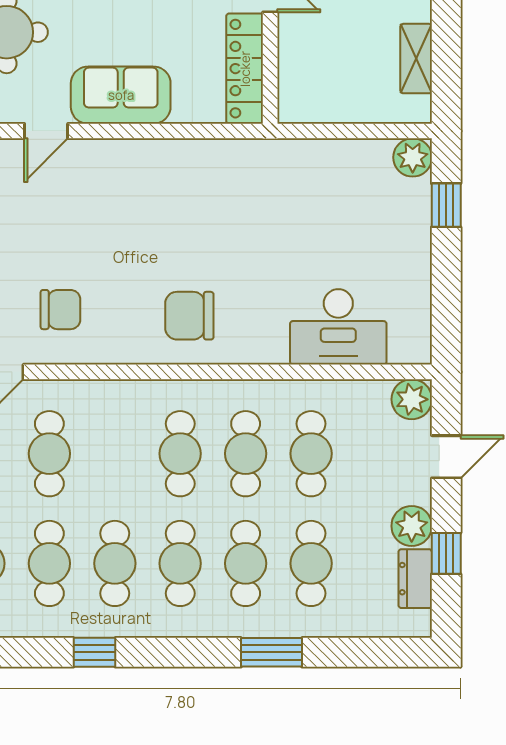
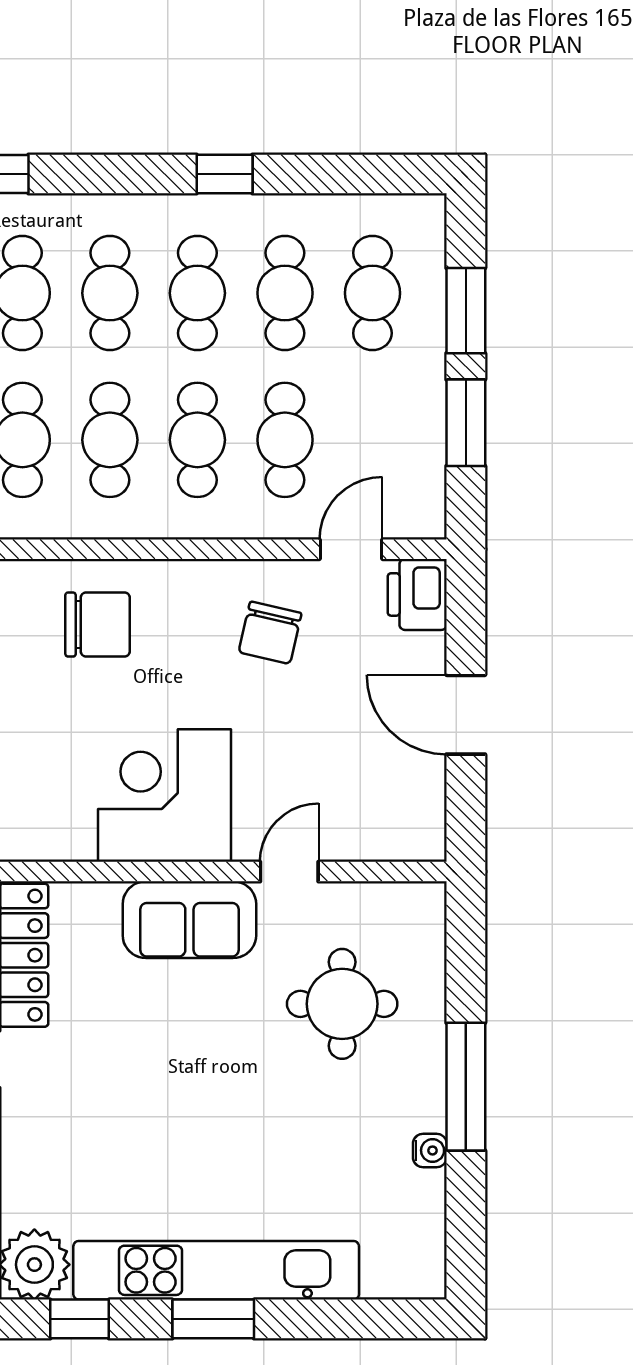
corner desk: (139, 188) -> (165, 796), added
chair: (60, 310) -> (270, 633), turned -77
cafe table: (115, 454) -> (197, 440), added

